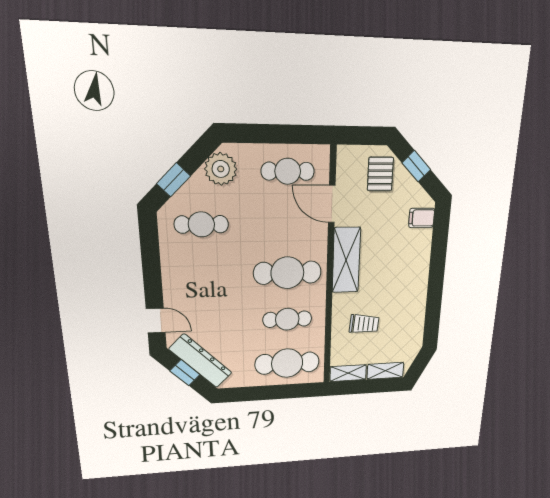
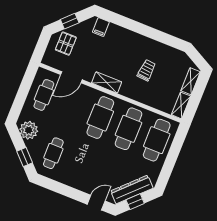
pallet: (380, 174) -> (66, 44), turned 90
shelving: (346, 260) -> (107, 82), width x0.67, depth x0.75
cafe table: (287, 319) -> (129, 129), width x1.37, depth x1.35
trolley: (364, 324) -> (147, 70), moved

